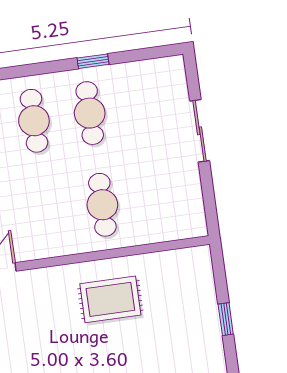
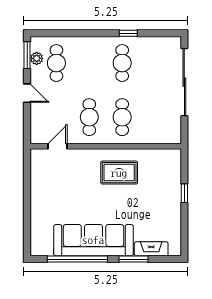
cafe table: (34, 121) -> (89, 117), moved
sliding door: (200, 131) -> (184, 82), width x1.86

